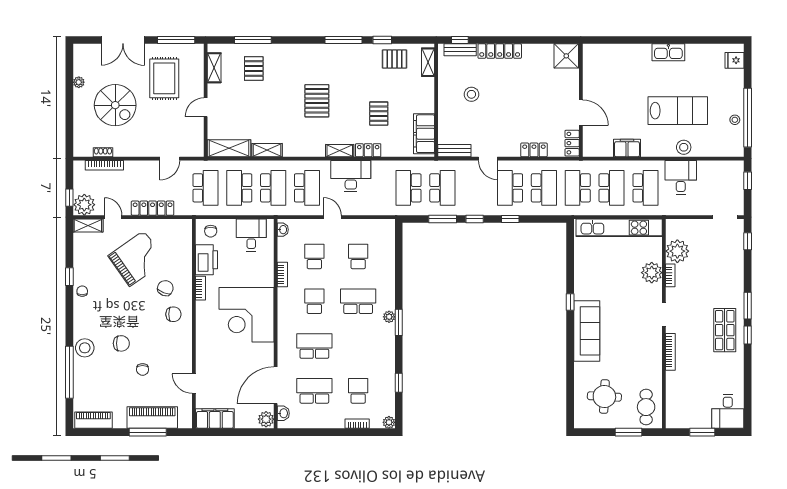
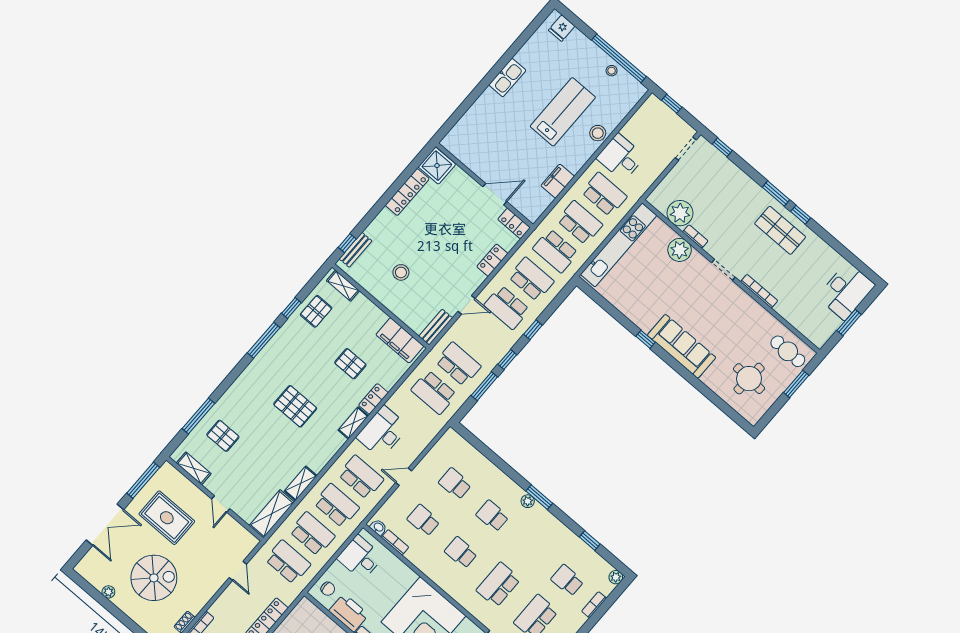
locker: (500, 51) -> (407, 192), moved
school desk: (239, 188) -> (312, 534), turned 180
bookcase: (282, 274) -> (395, 542), moved
school desk: (358, 301) -> (492, 516), width x0.54
desk: (728, 411) -> (846, 291), width x1.37

